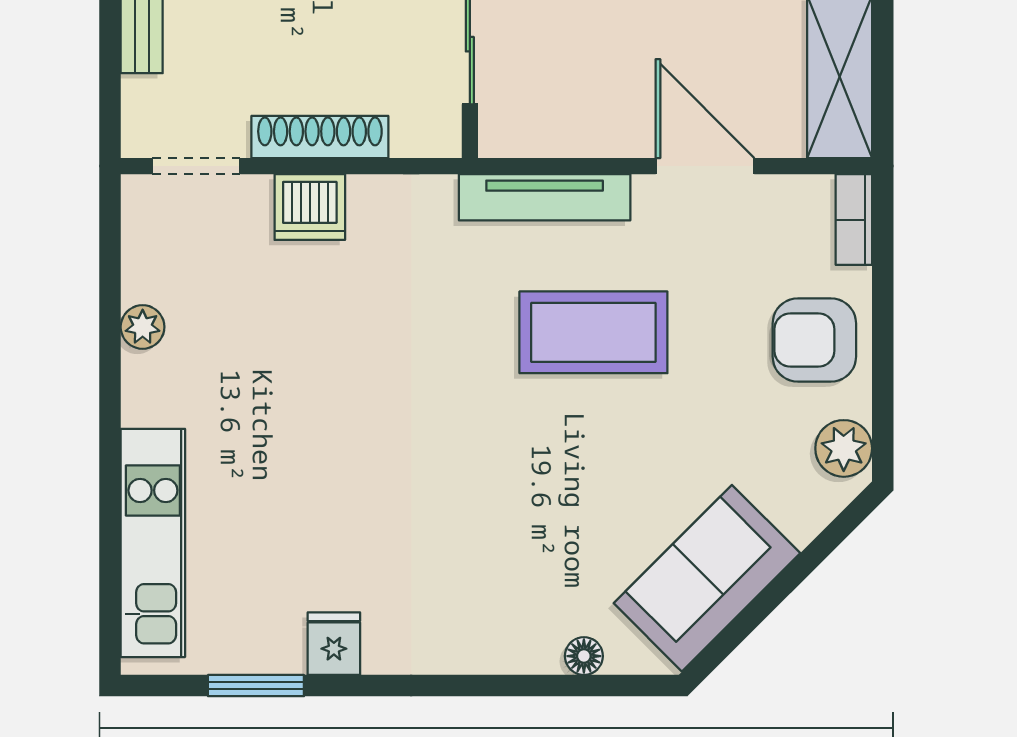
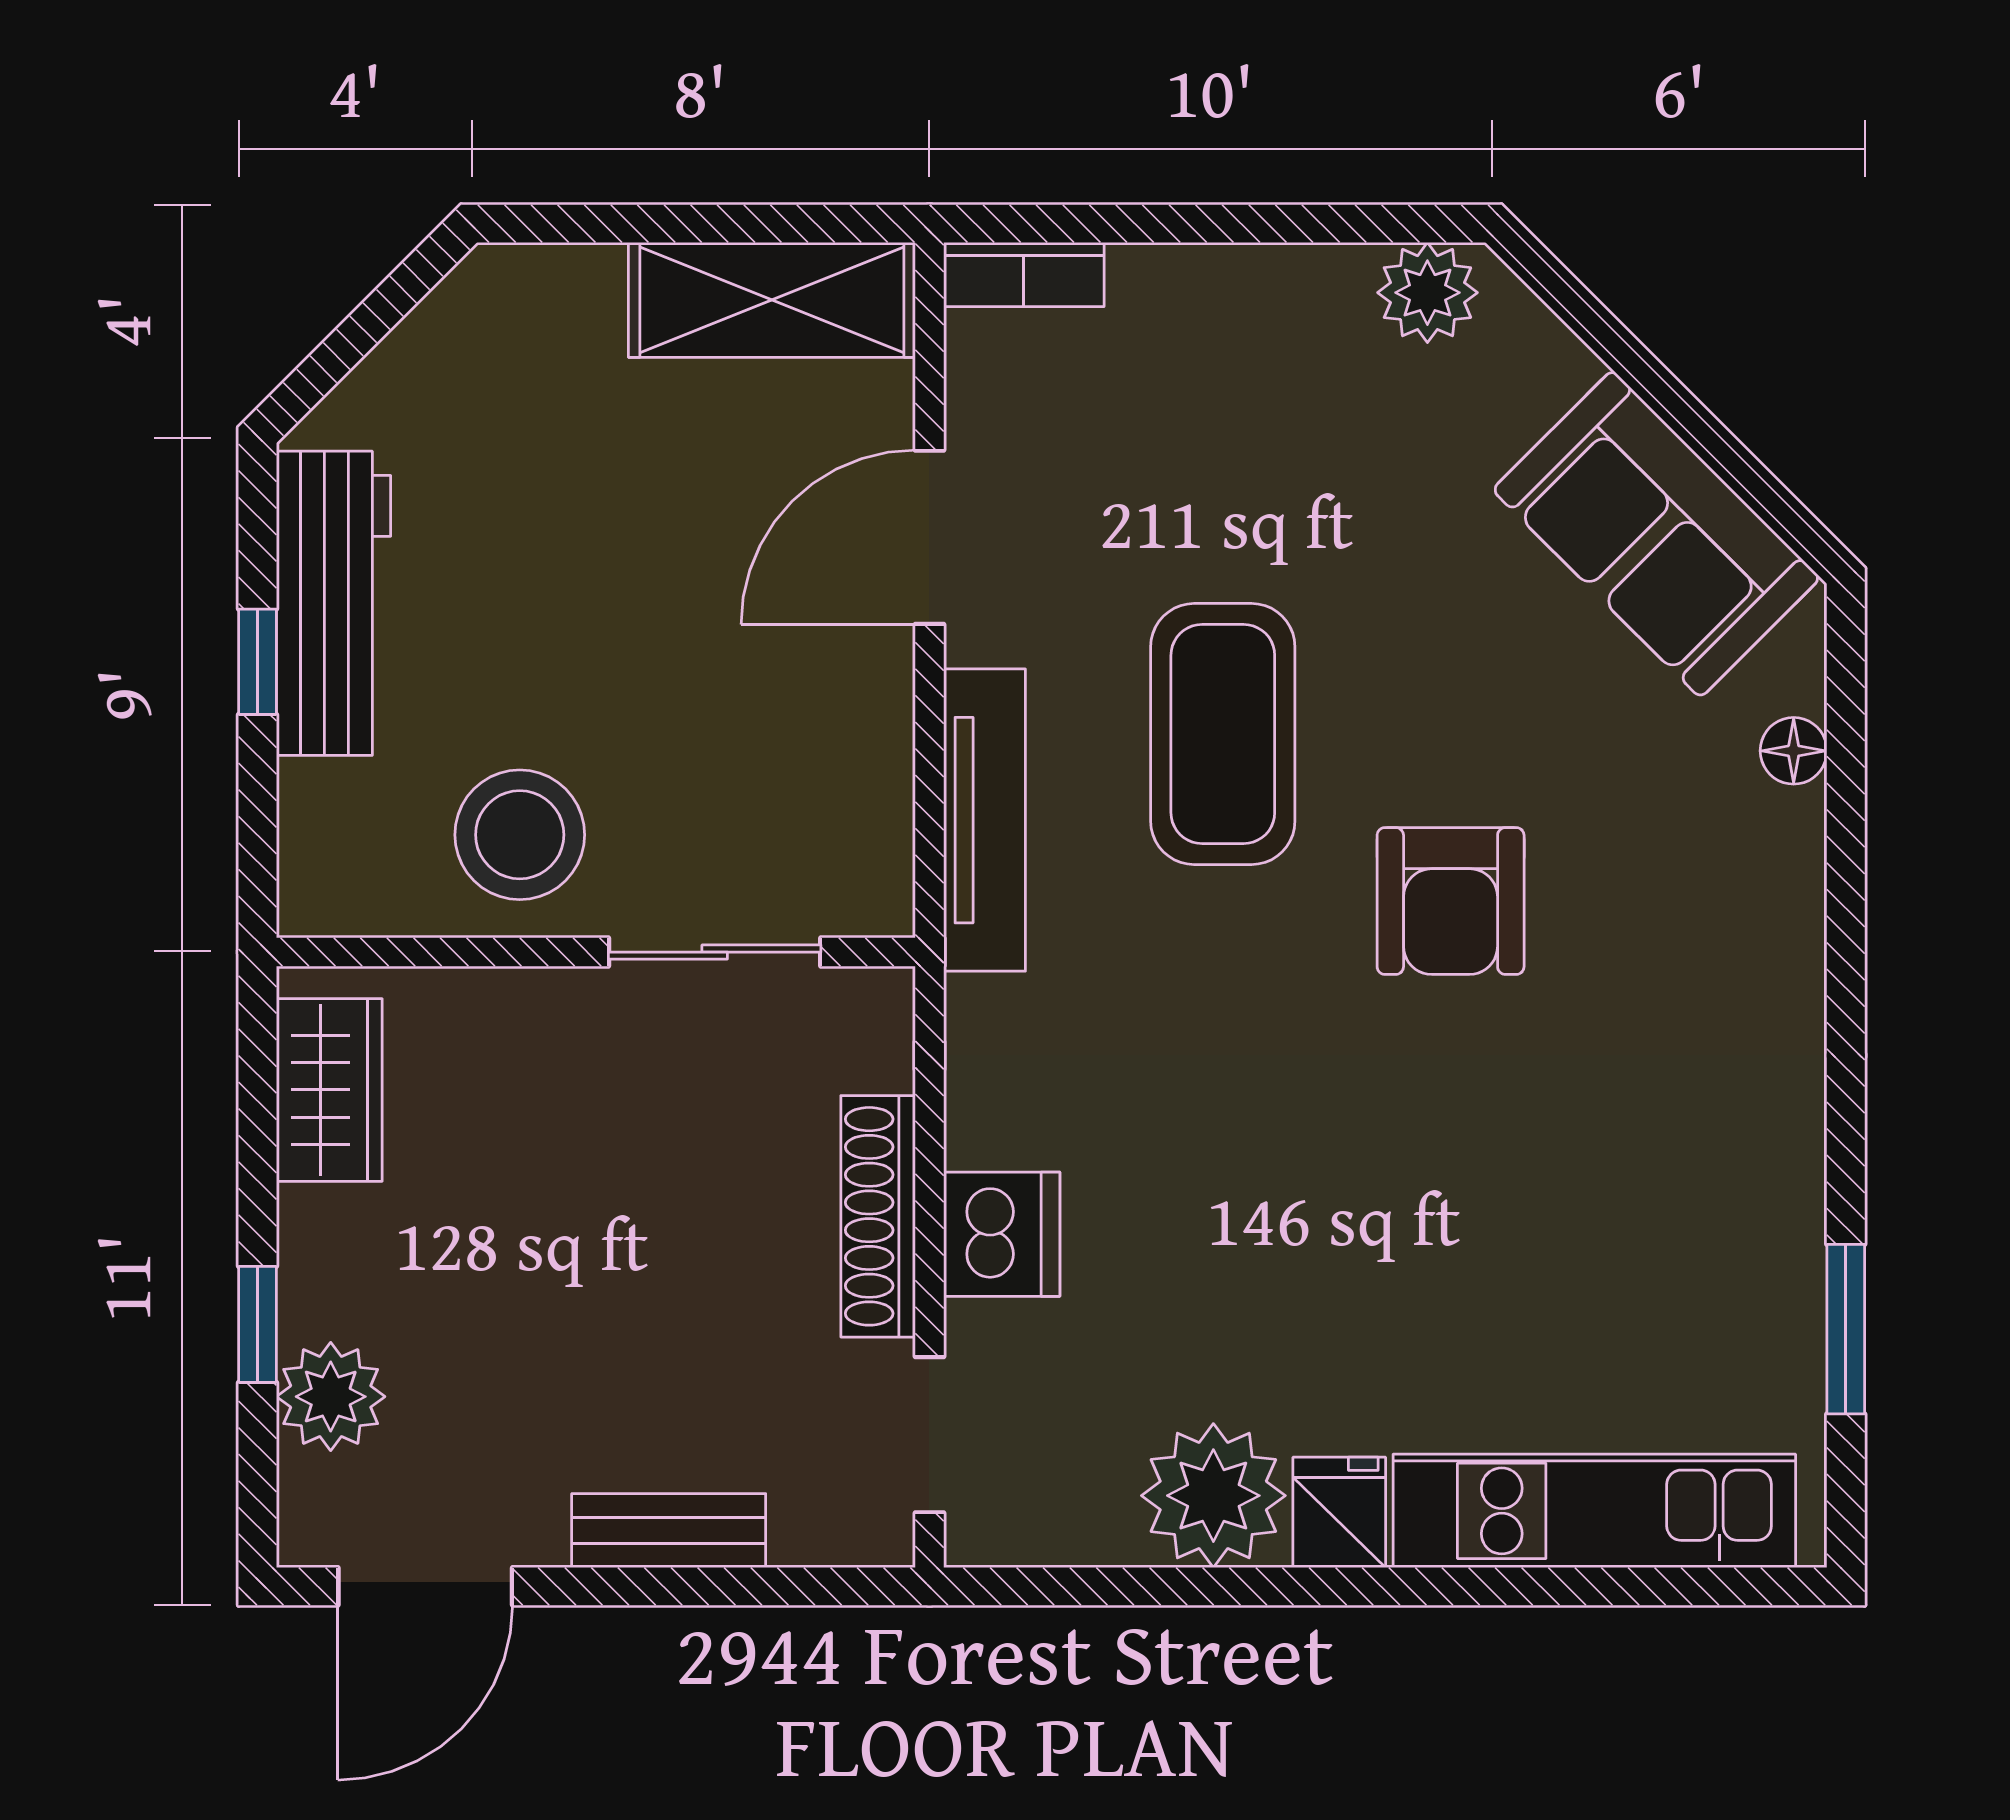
plant: (143, 327) -> (1213, 1496), width x1.87, depth x1.87
armchair: (814, 340) -> (1451, 901), moved
fridge: (334, 644) -> (1339, 1512), moved, turned 90

